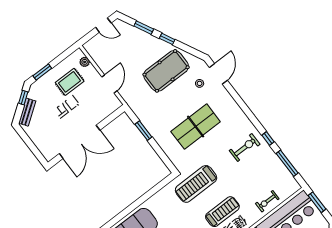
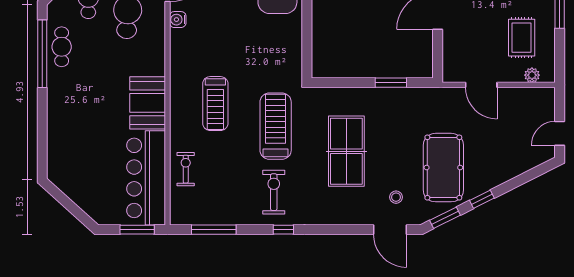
window: (144, 28) -> (445, 218), moved
window: (268, 138) -> (283, 230), moved
exercise bike: (245, 147) -> (274, 192), turned 180
treadmill: (196, 184) -> (276, 126), moved

